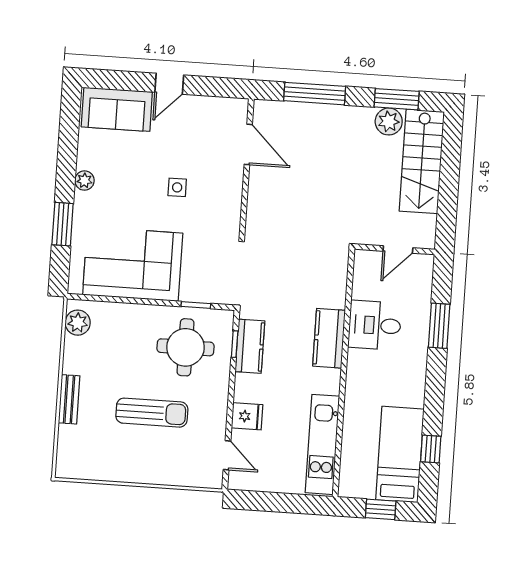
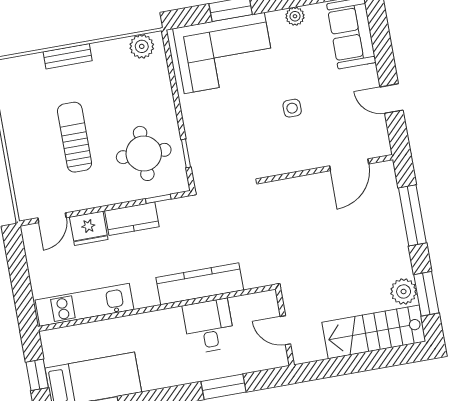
door: (169, 84) -> (392, 99), moved
plant: (84, 181) -> (295, 16), moved
corner sofa: (133, 264) -> (224, 53), moved, turned 90
kitchen counter: (329, 338) -> (200, 284), width x1.50
kitchen counter: (250, 346) -> (132, 219), moved
sun lounger: (152, 413) -> (75, 137), turned 180
fridge: (247, 416) -> (89, 228), width x1.38

